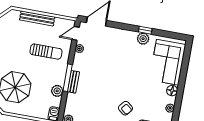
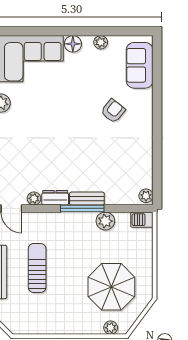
sun lounger: (46, 52) -> (37, 268), moved
dresser: (77, 62) -> (55, 198), added

